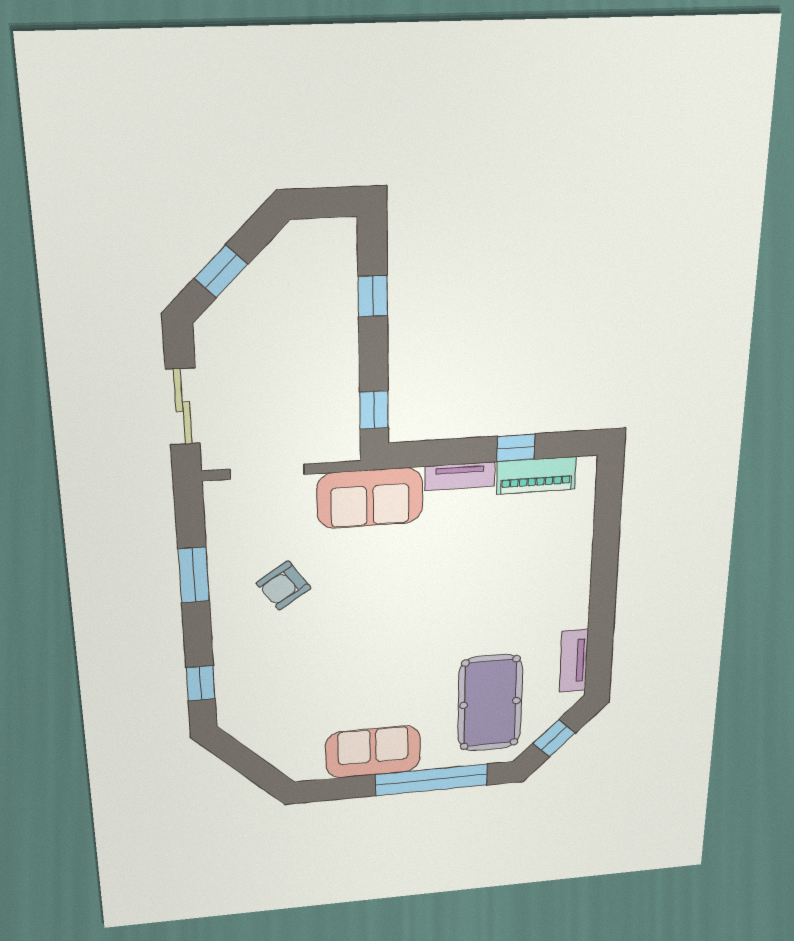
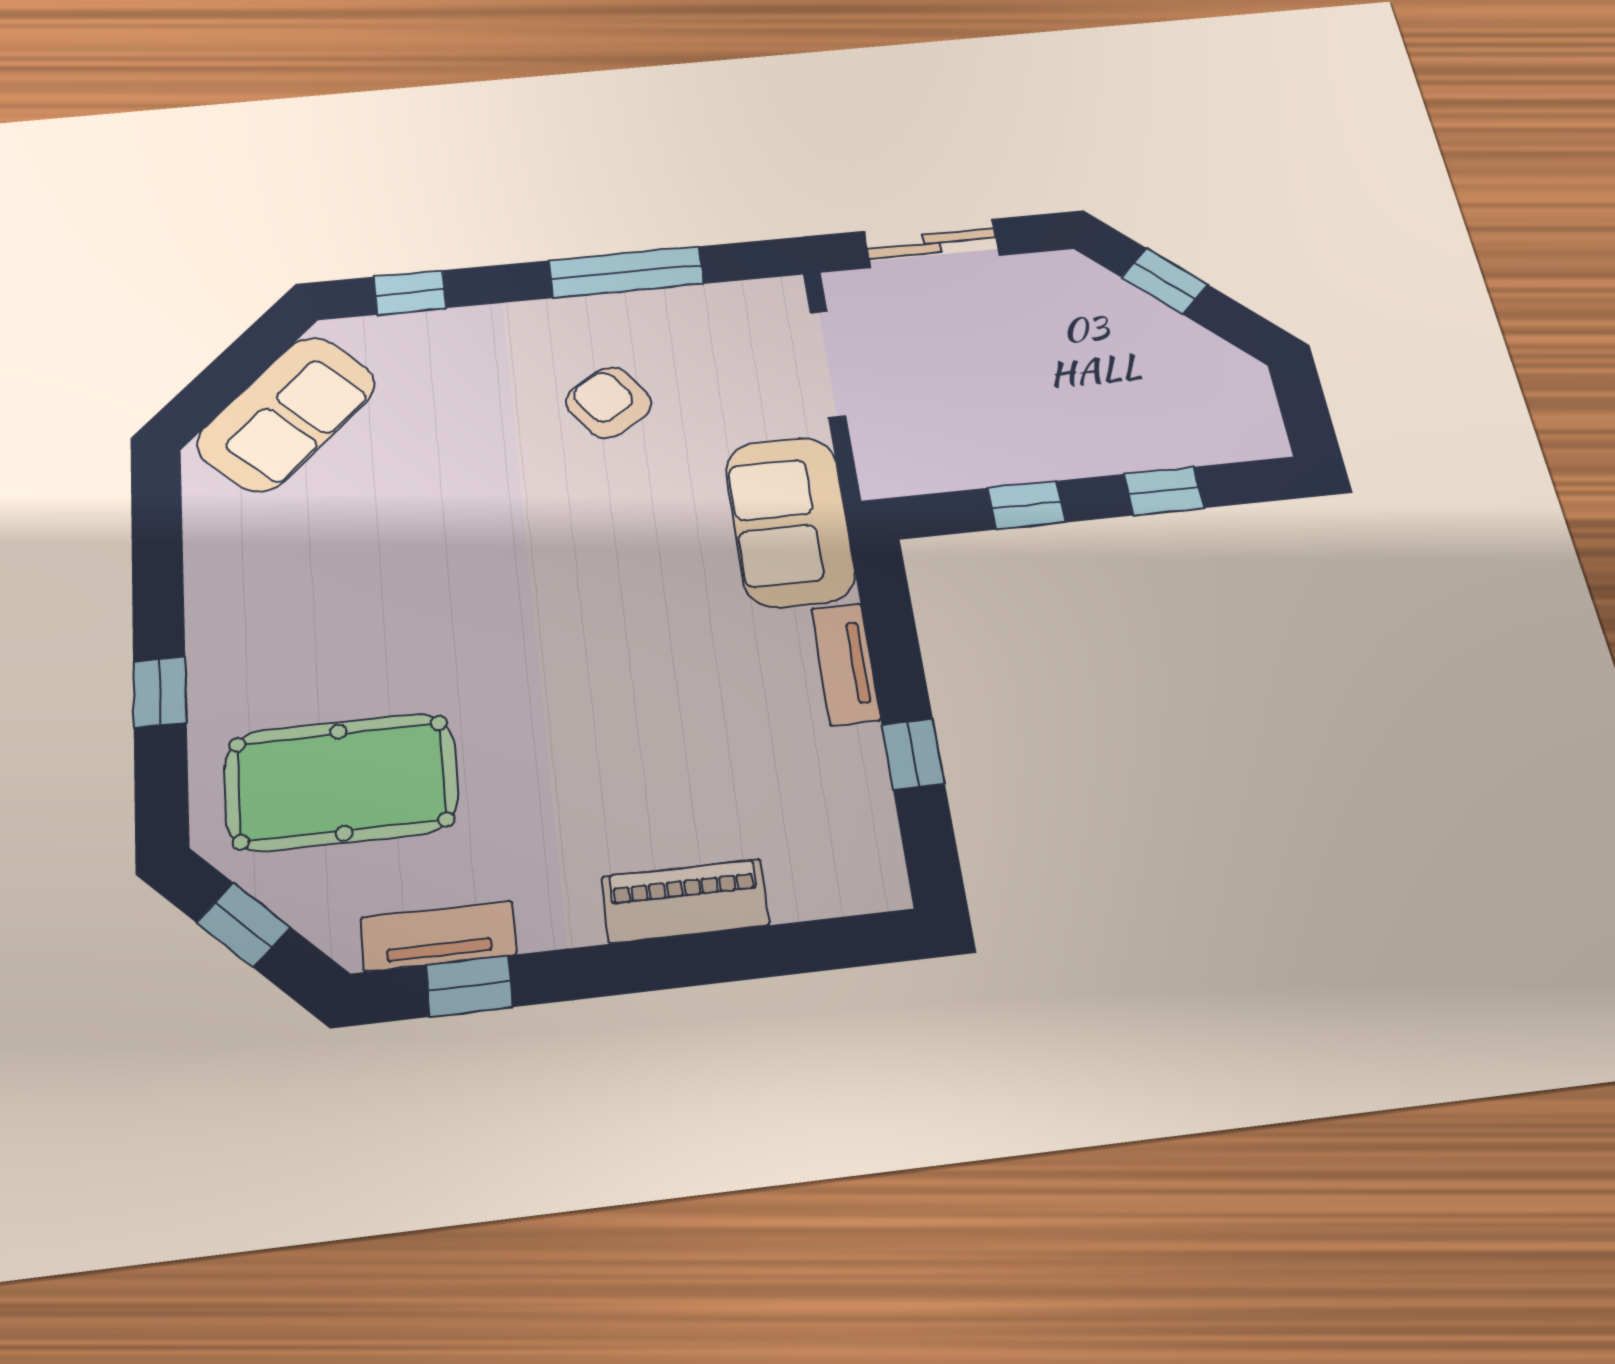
window: (374, 410) -> (1026, 505), moved
piano: (536, 475) -> (685, 901), moved, turned 90
window: (194, 575) -> (626, 272), width x1.44
window: (600, 648) -> (469, 986), added
sofa: (373, 752) -> (286, 414), moved, turned 45
window: (432, 780) -> (160, 692), width x0.32

